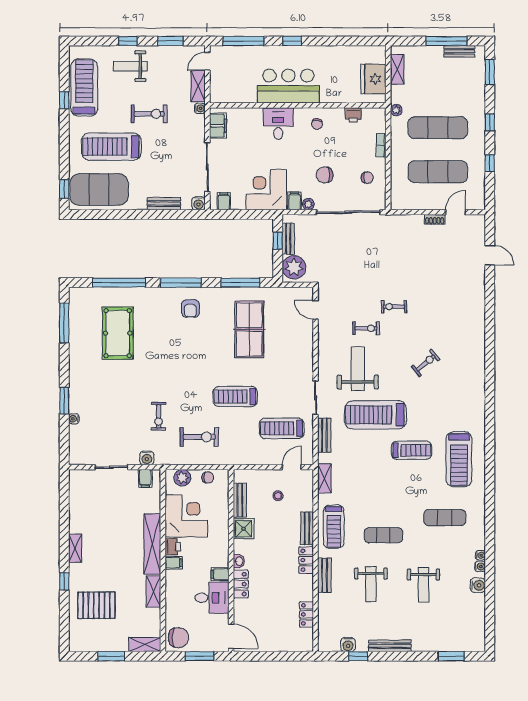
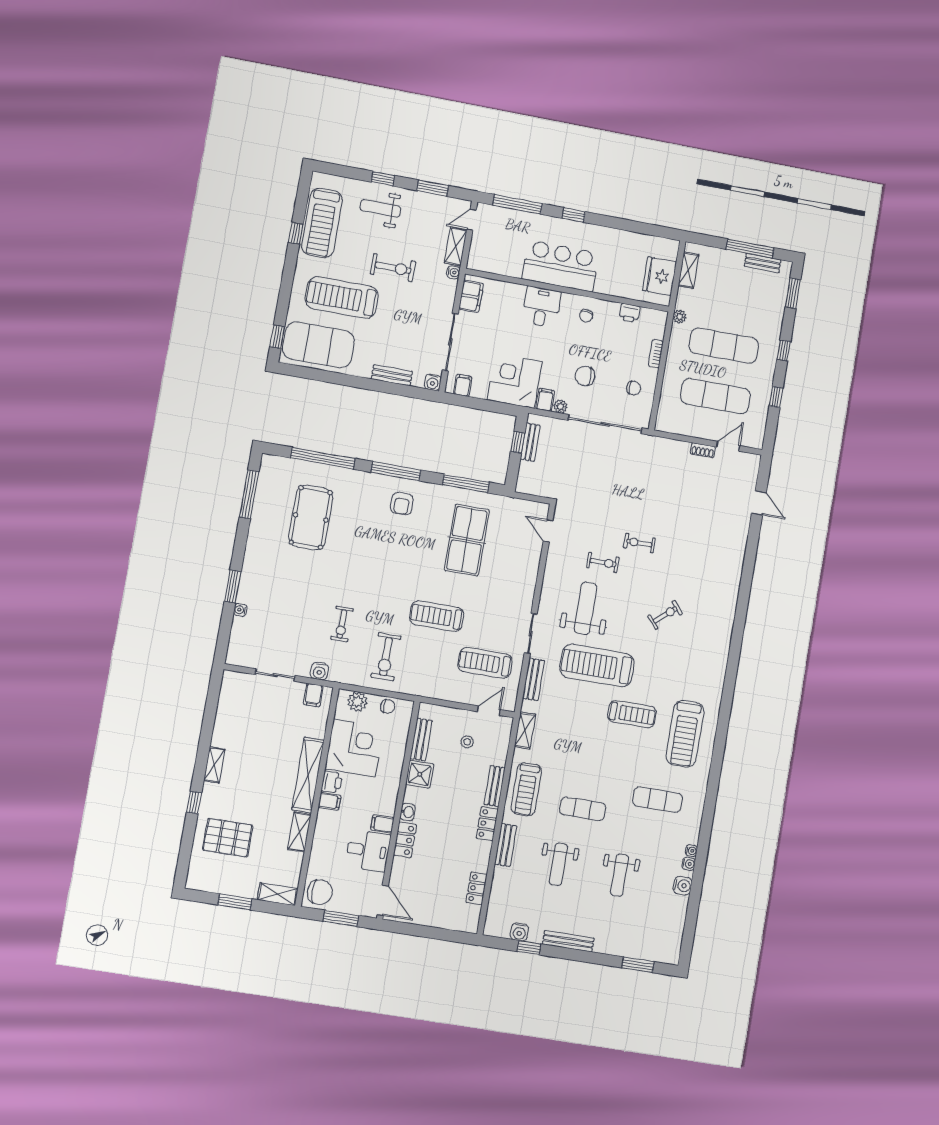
treadmill: (84, 88) -> (322, 223), turned 180
plant: (294, 267) -> (531, 477), removed
exercise bike: (199, 437) -> (386, 657), turned 90

